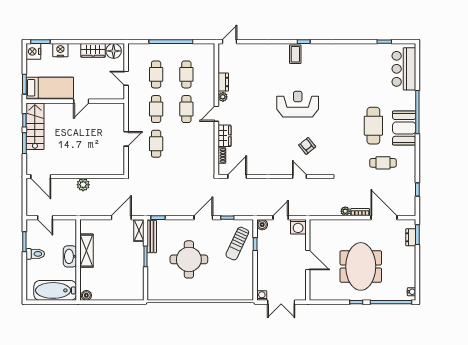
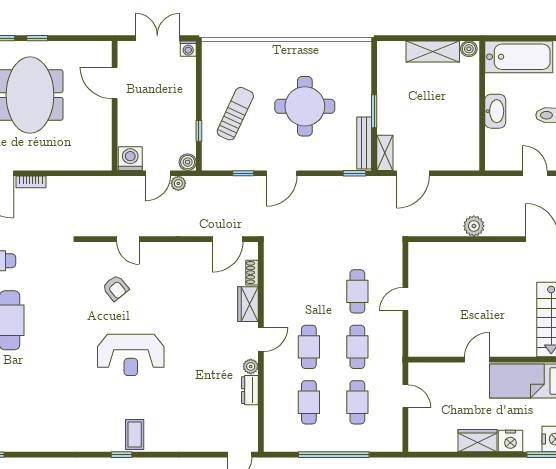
wardrobe: (93, 50) -> (478, 441), moved
floor lamp: (114, 51) -> (425, 440), removed
plant: (345, 211) -> (178, 183), moved
sun lounger: (237, 244) -> (235, 114), moved
shelving: (86, 251) -> (433, 51), moved, turned 90
door: (308, 260) -> (115, 83), moved

